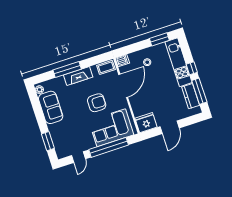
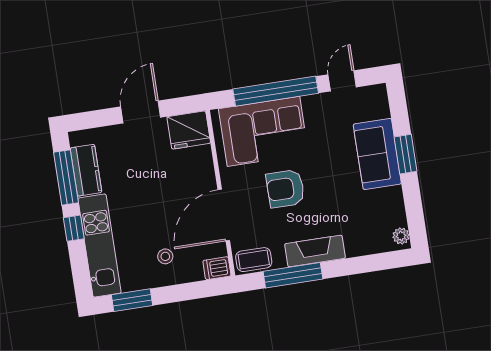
window: (67, 70) -> (293, 275), moved
sofa: (51, 107) -> (377, 154), moved
window: (48, 141) -> (406, 154), moved

